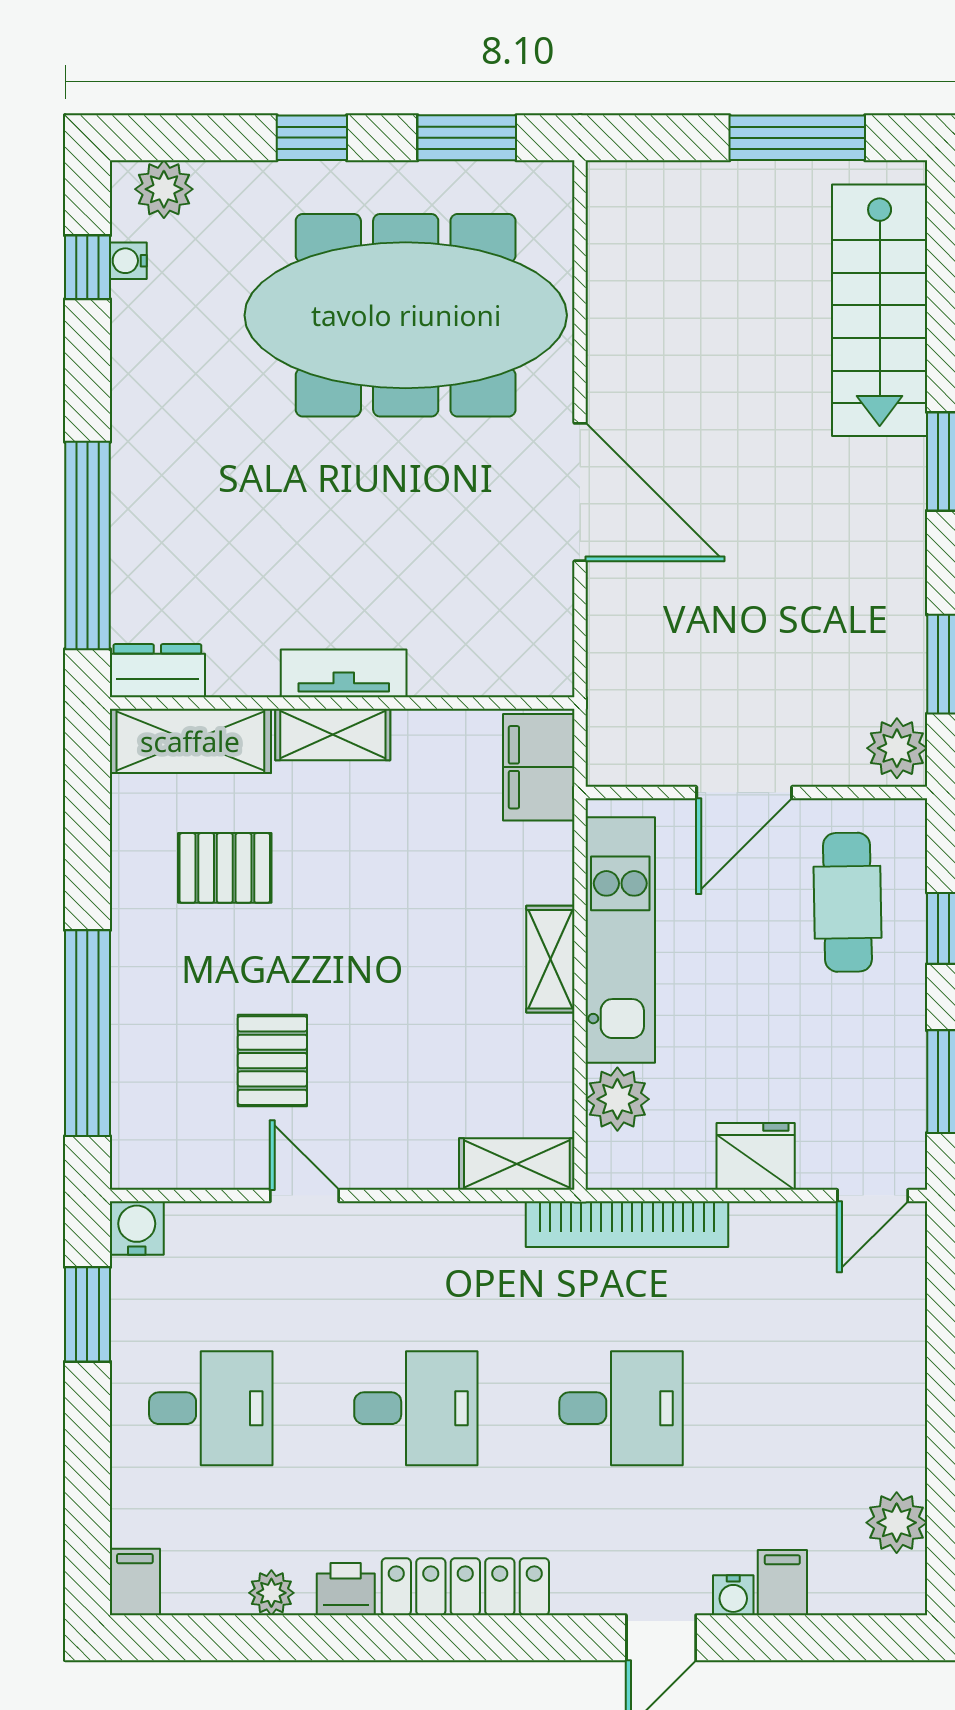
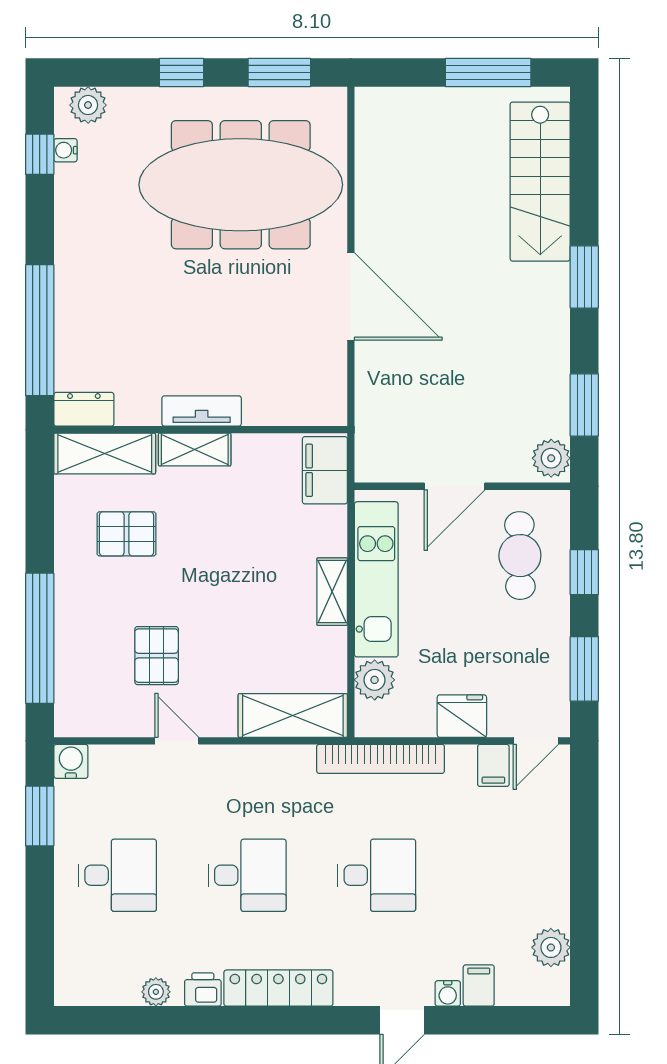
shelving: (517, 1164) -> (293, 715), width x1.50, depth x1.33
filing cabinet: (135, 1582) -> (493, 765), moved, turned 180

